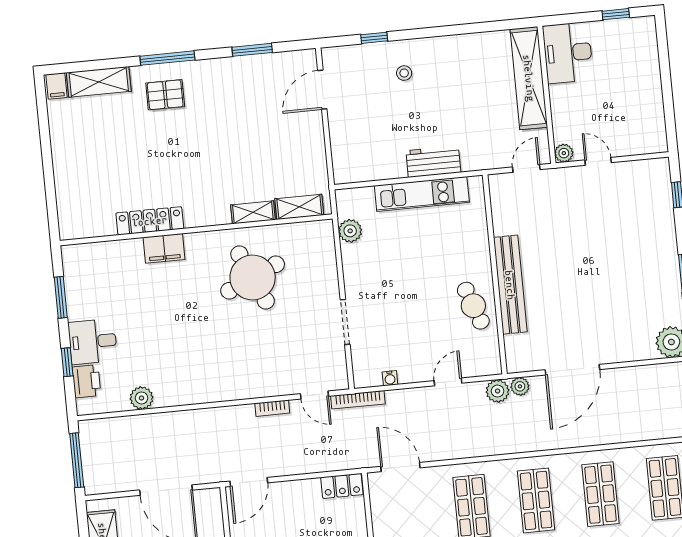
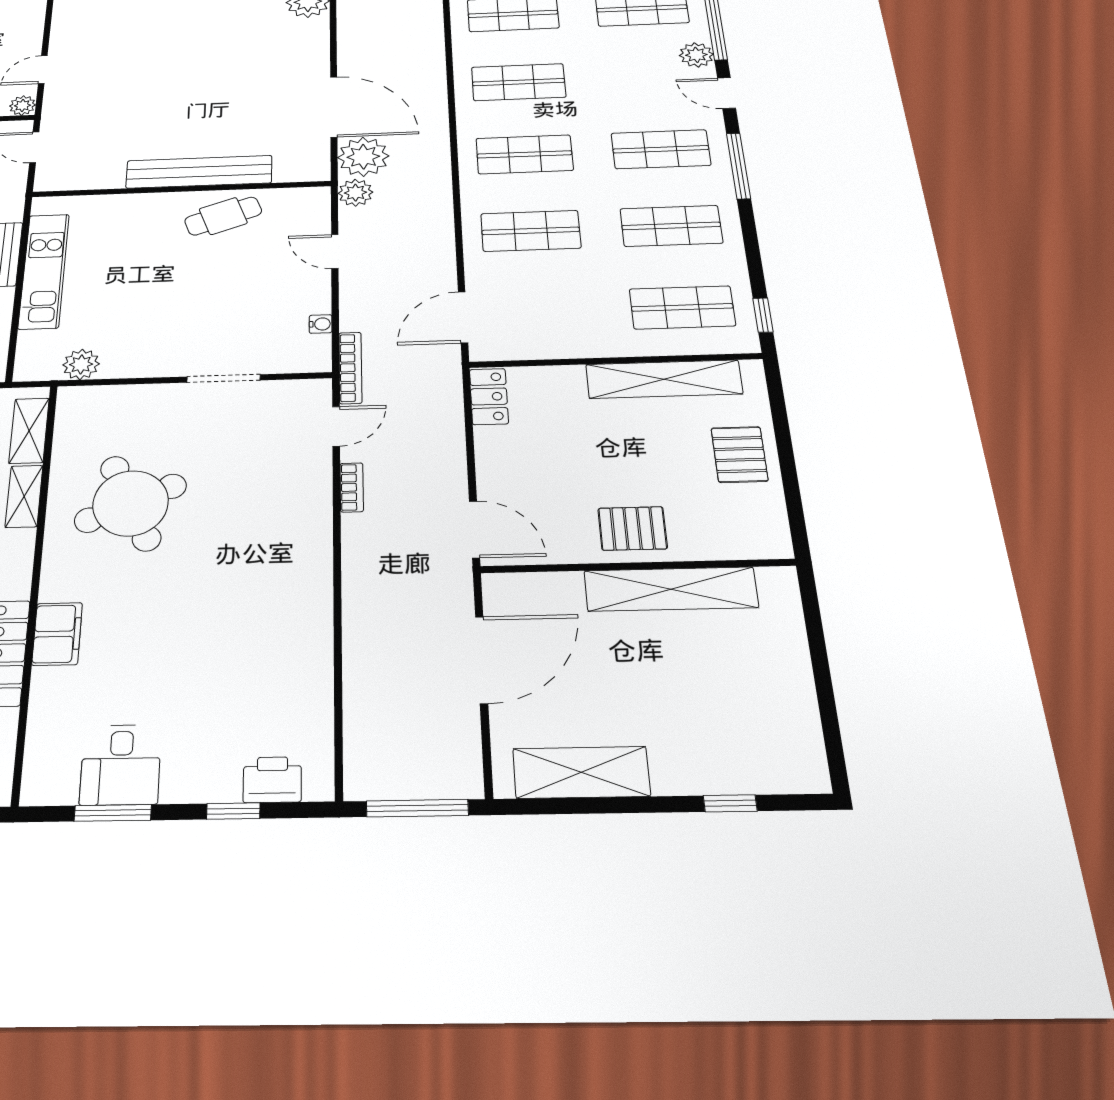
desk: (93, 342) -> (121, 765), moved
plant: (520, 386) -> (363, 157), width x1.88, depth x1.88
plant: (141, 398) -> (313, 688), removed

